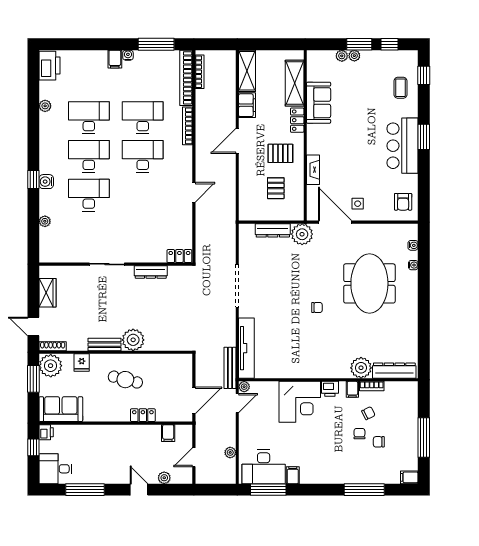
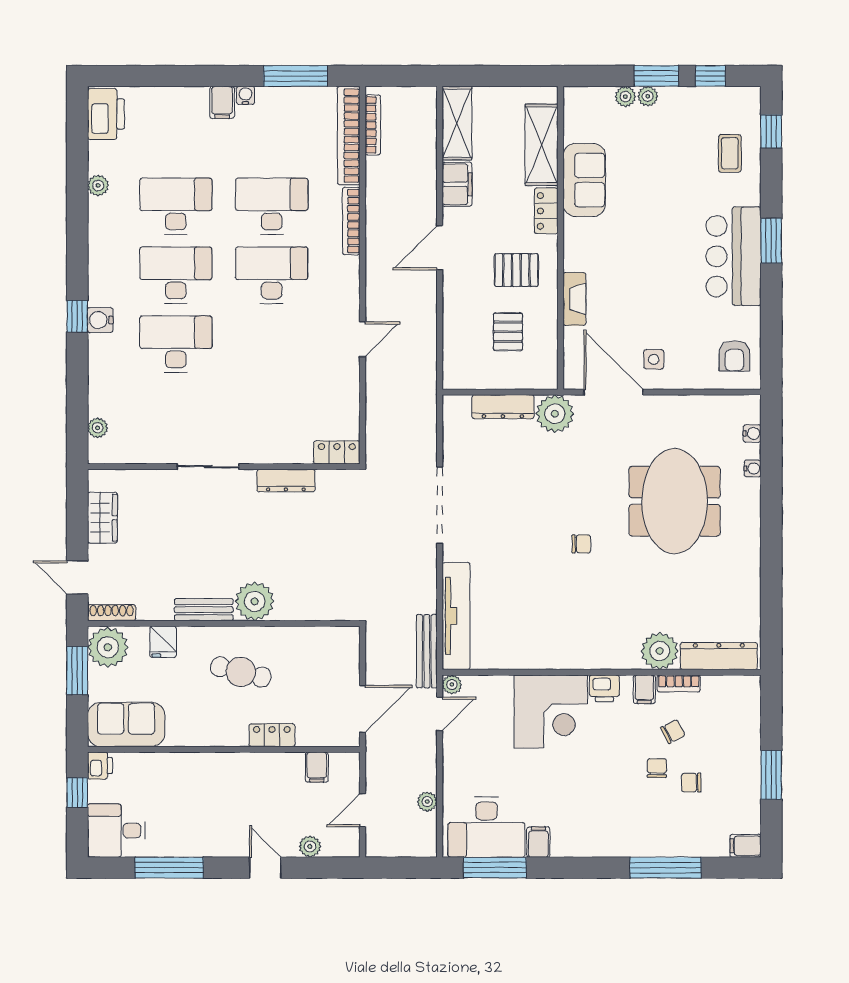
plant: (45, 221) -> (98, 428), moved
window: (424, 437) -> (771, 775), width x0.69

